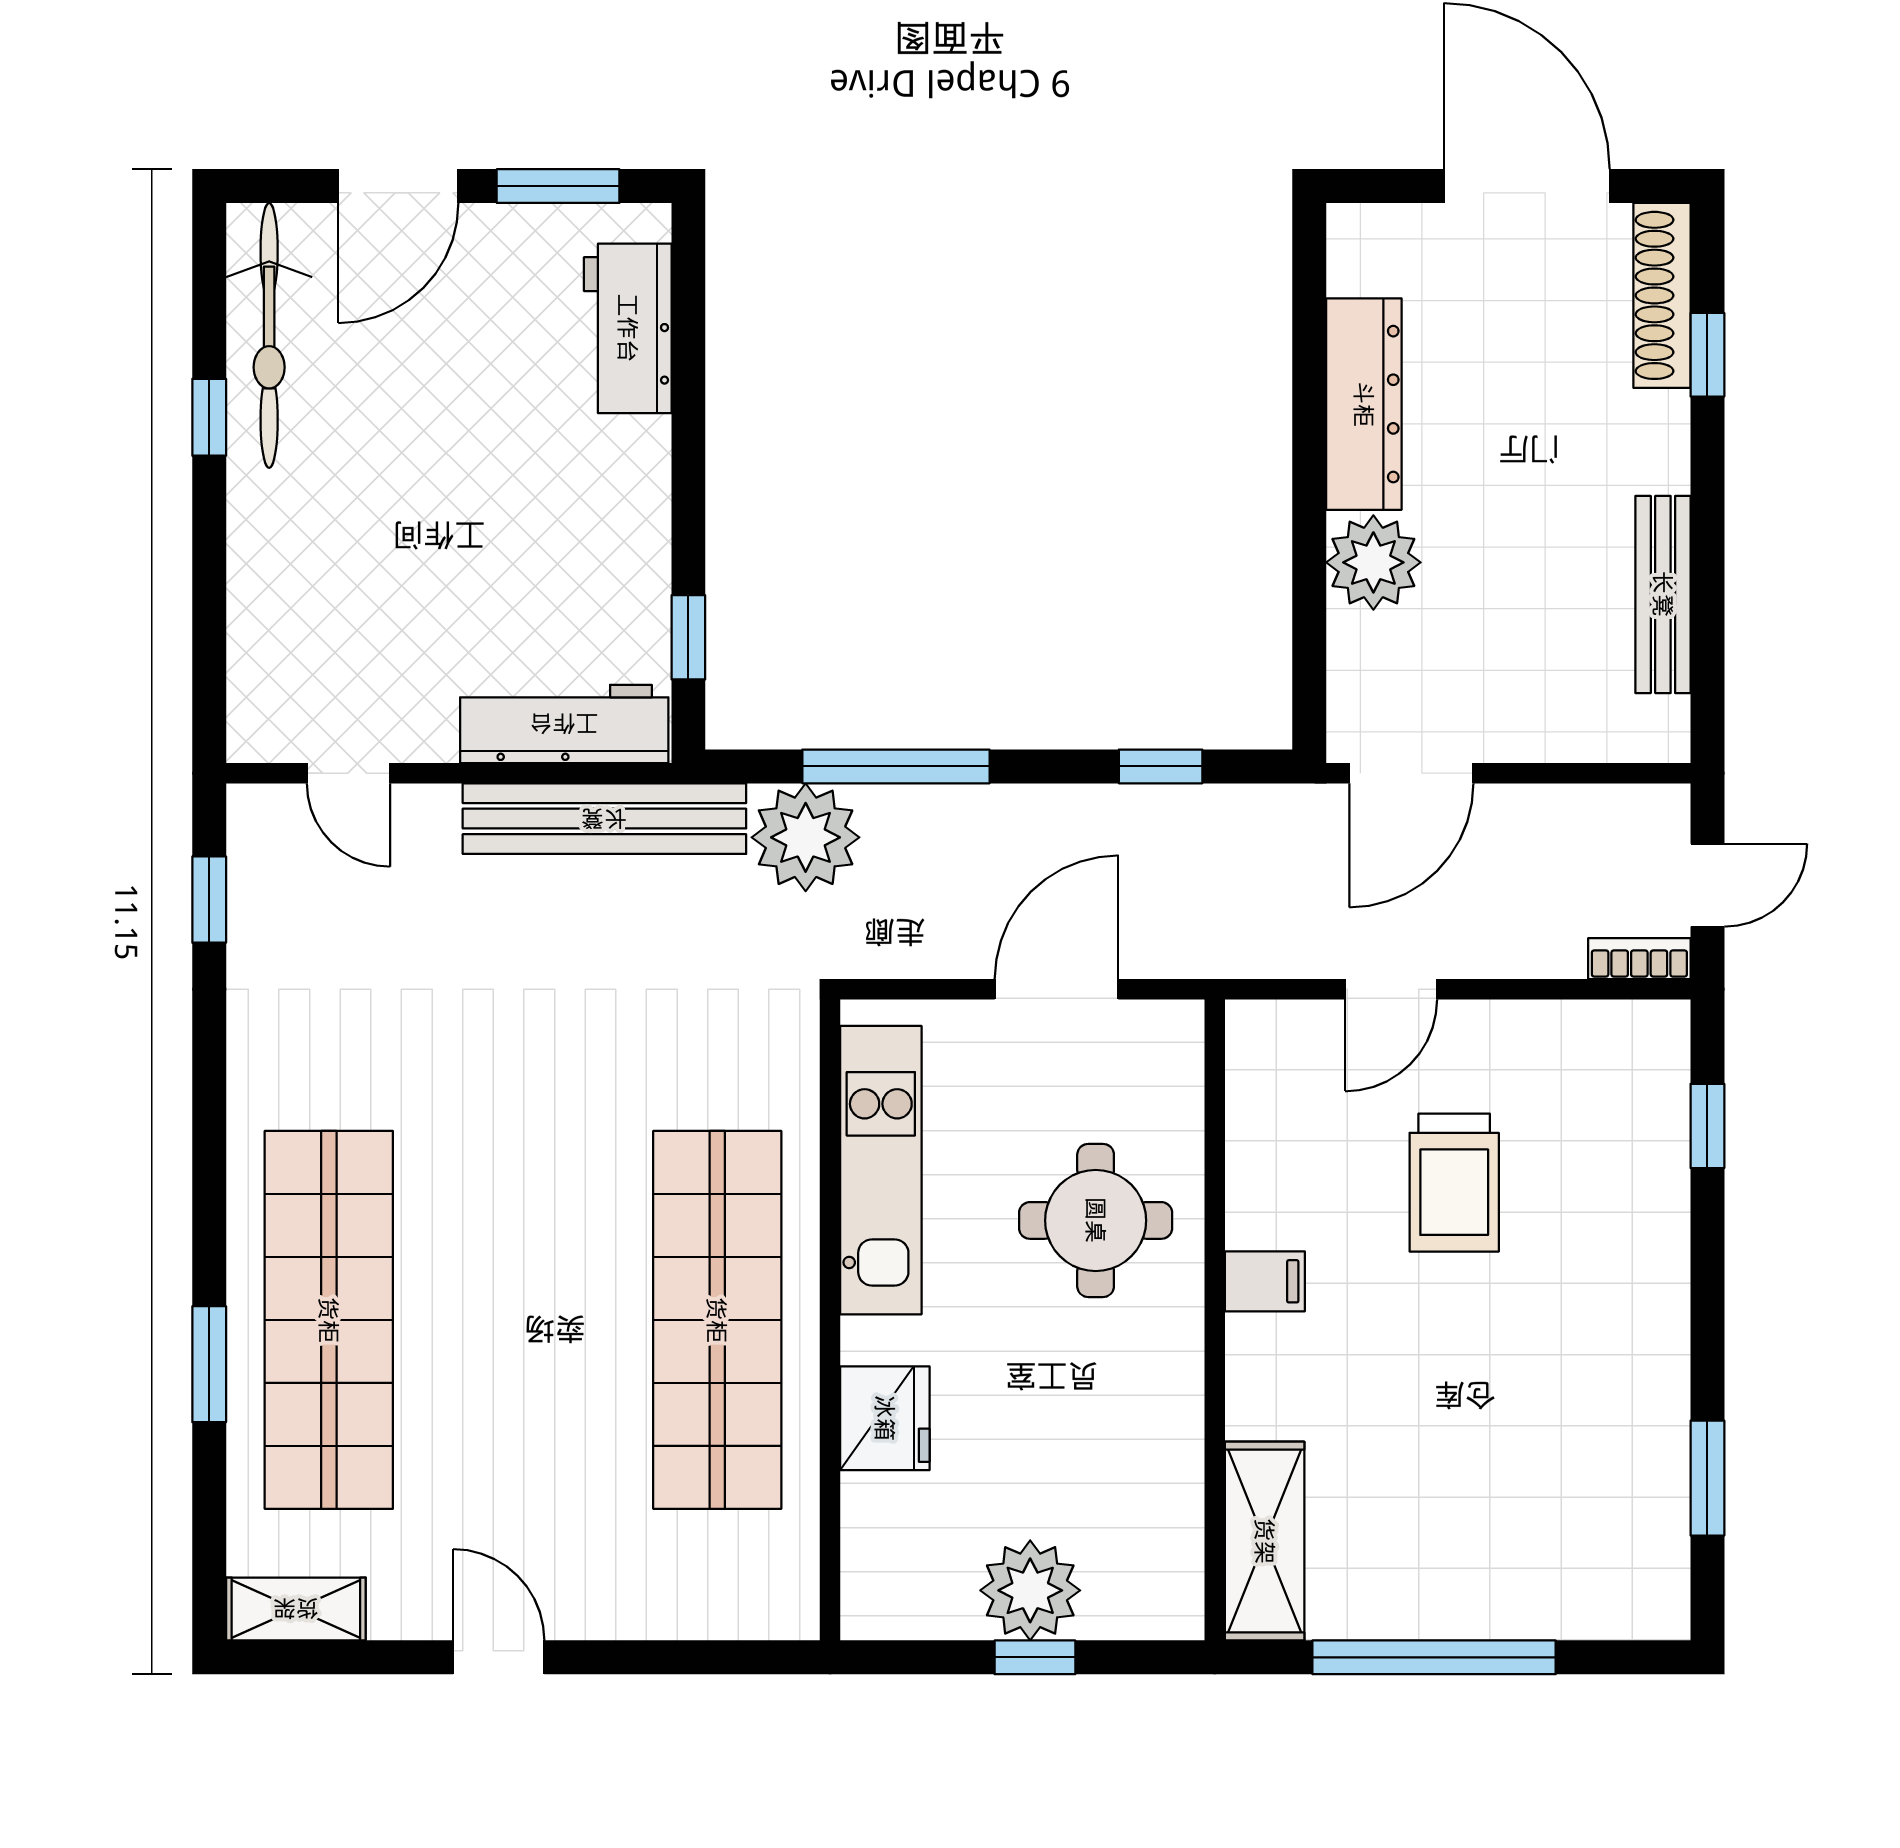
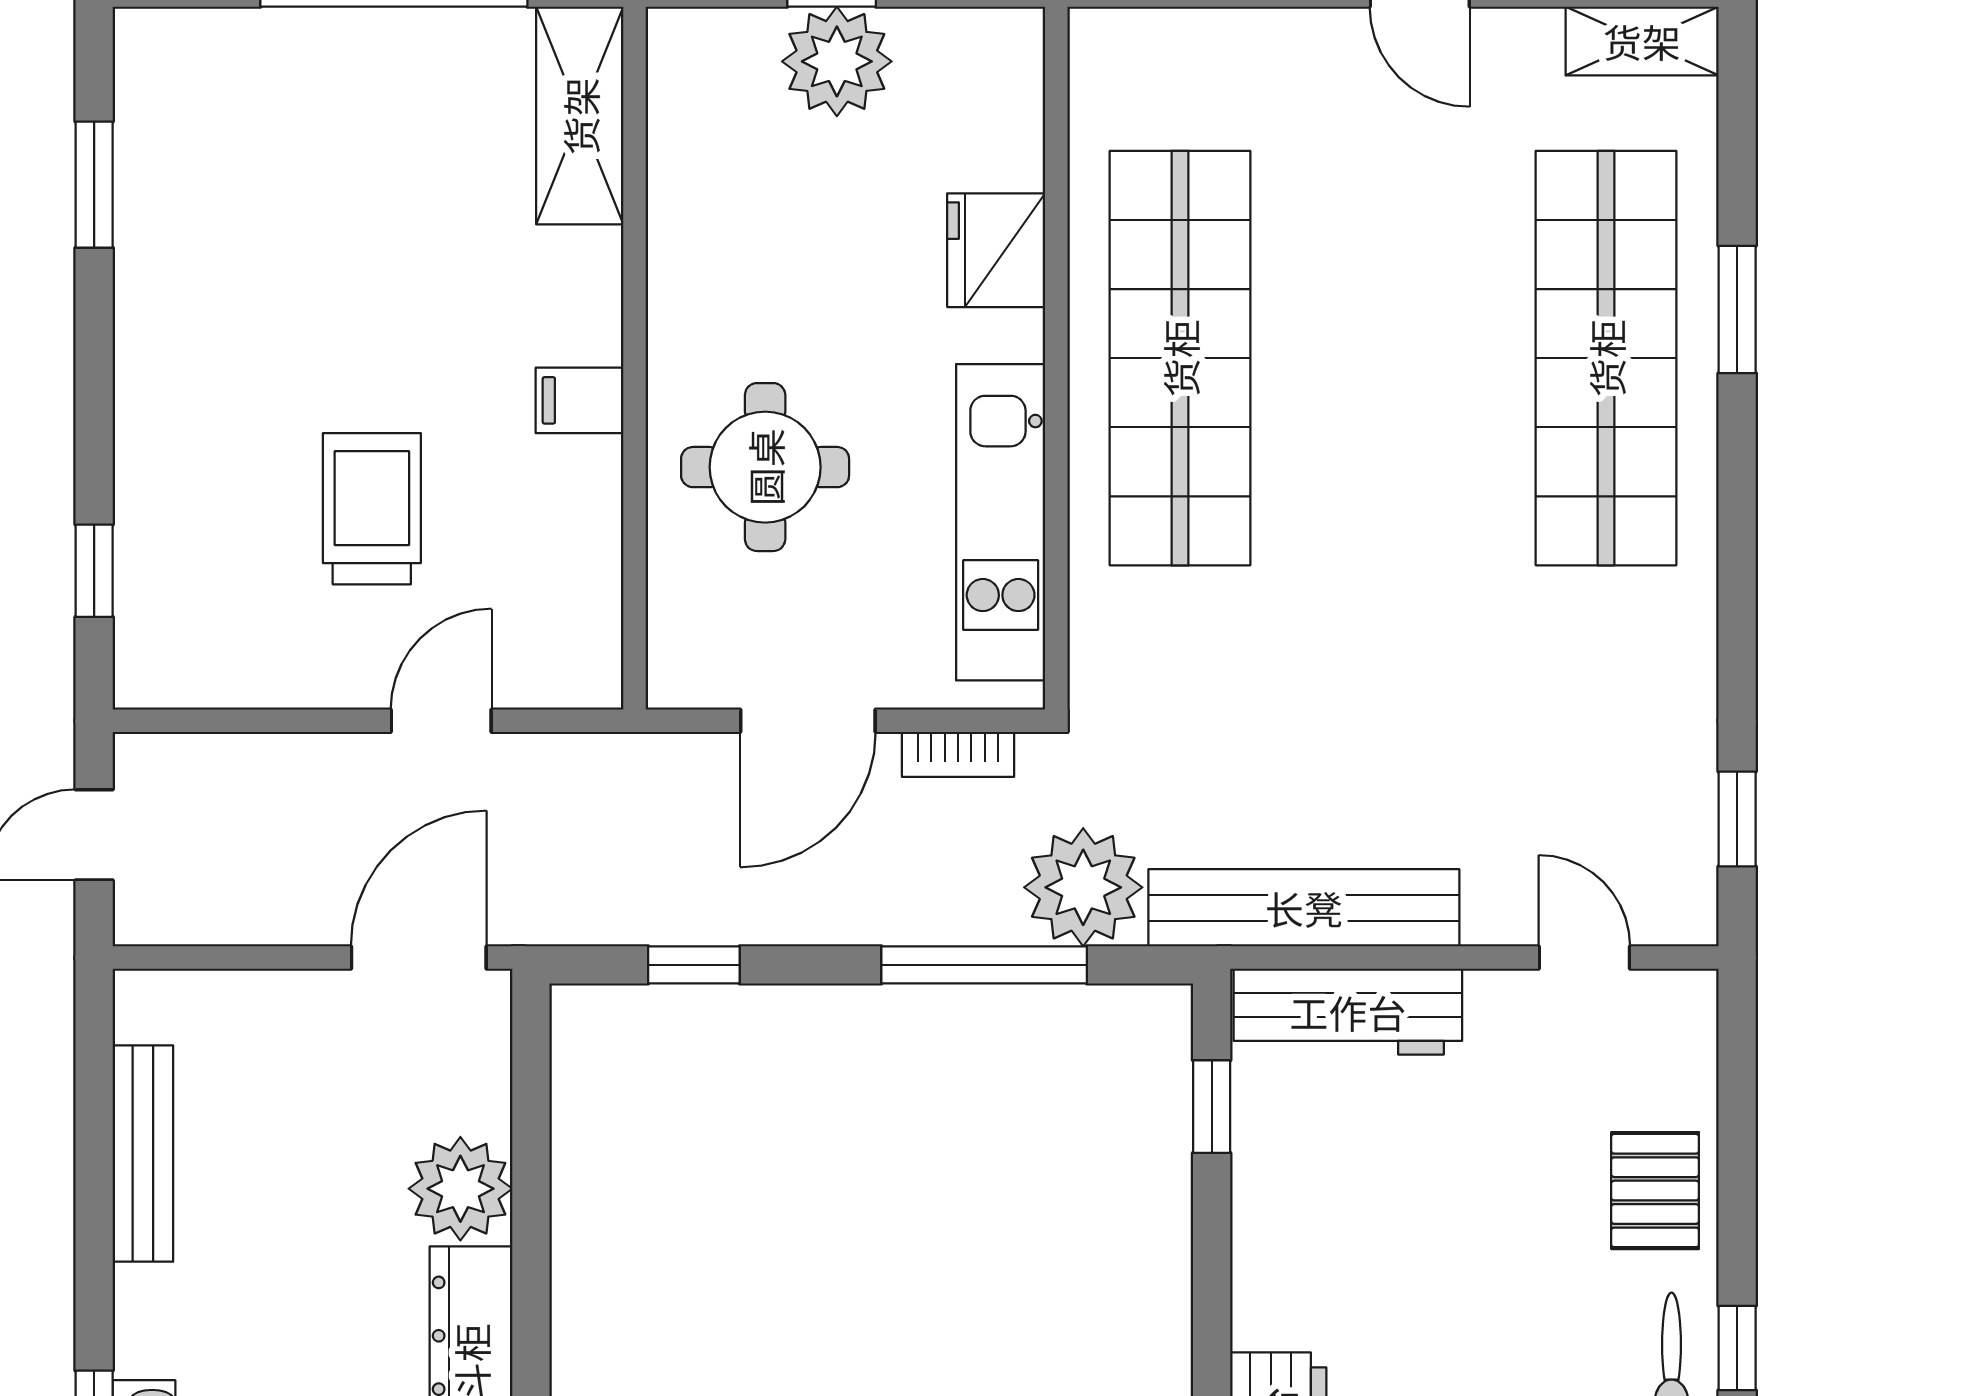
pallet: (284, 561) -> (1655, 1191), added
bookcase: (1639, 959) -> (958, 754), moved

